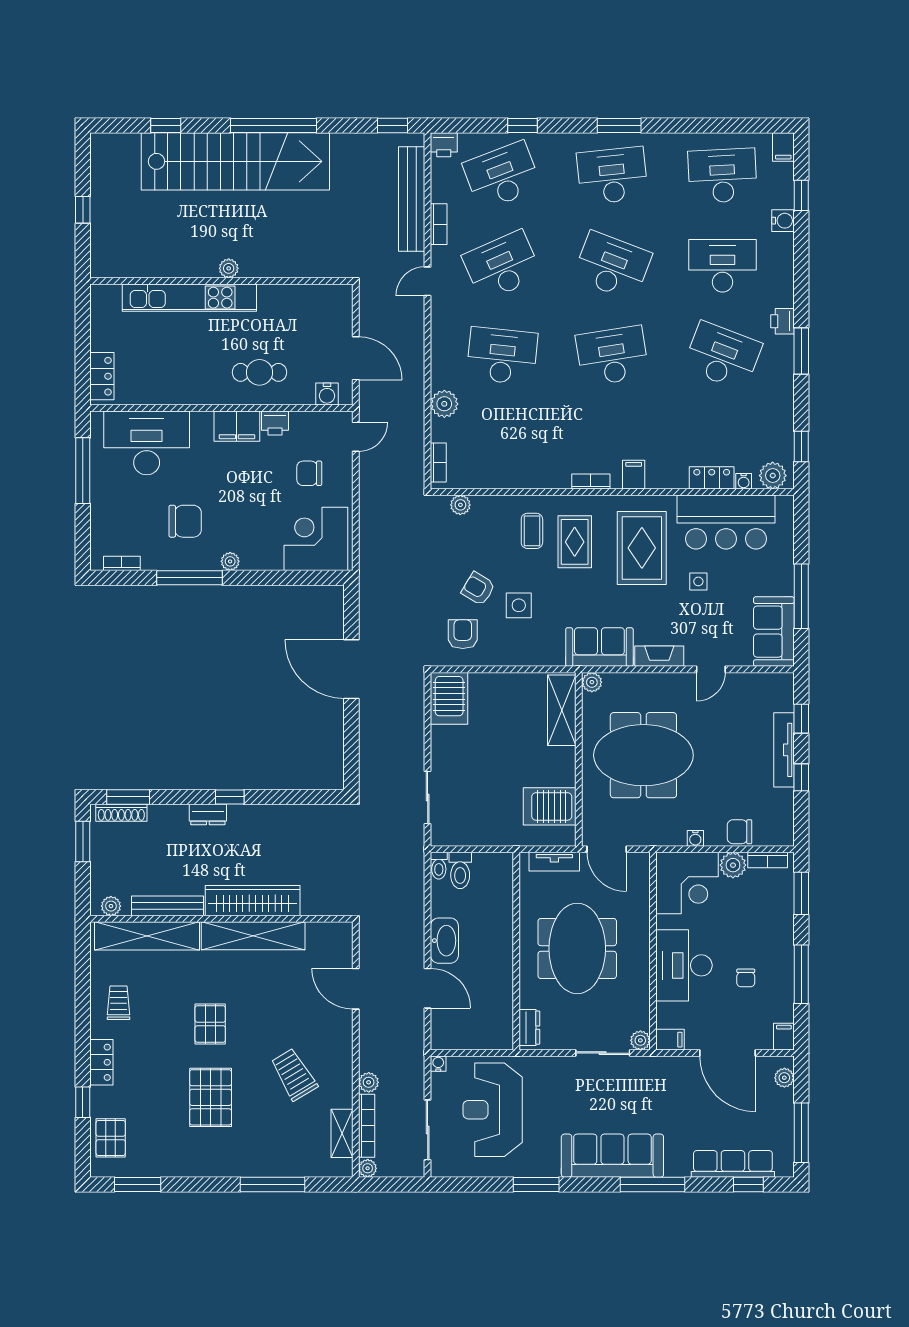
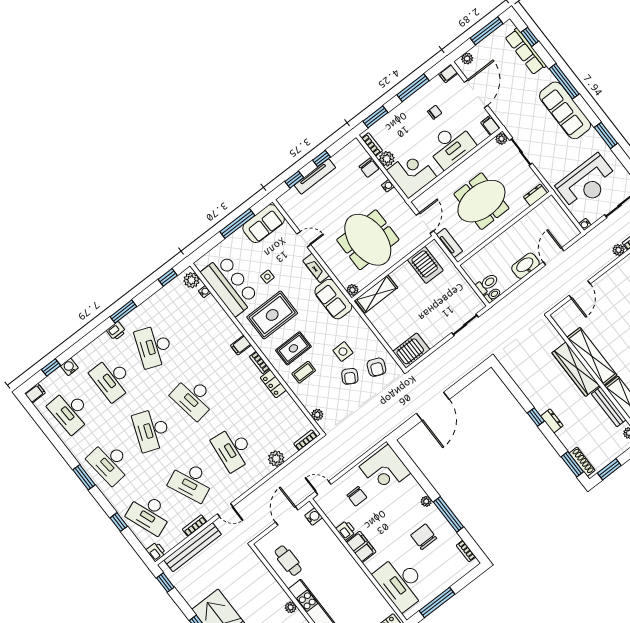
cafe table: (259, 372) -> (288, 561), moved
locker: (712, 478) -> (273, 384), moved
armchair: (463, 634) -> (376, 367), turned -67

